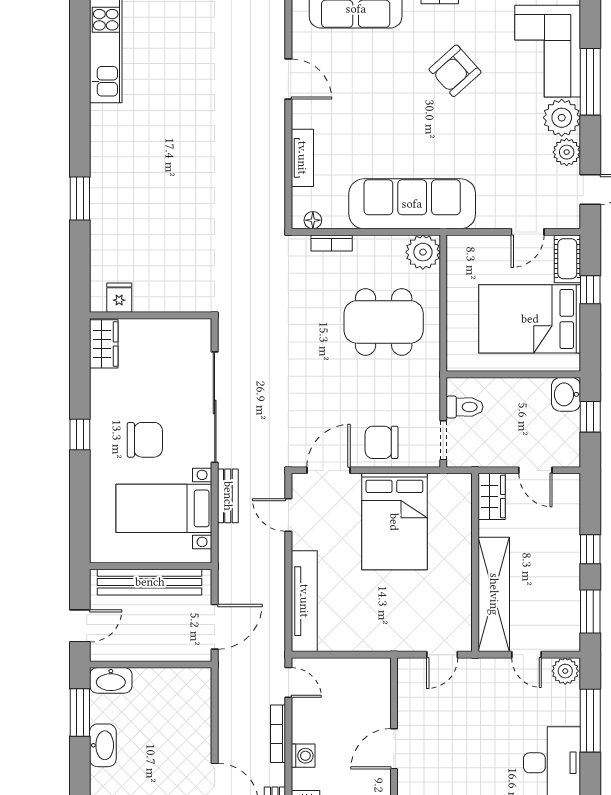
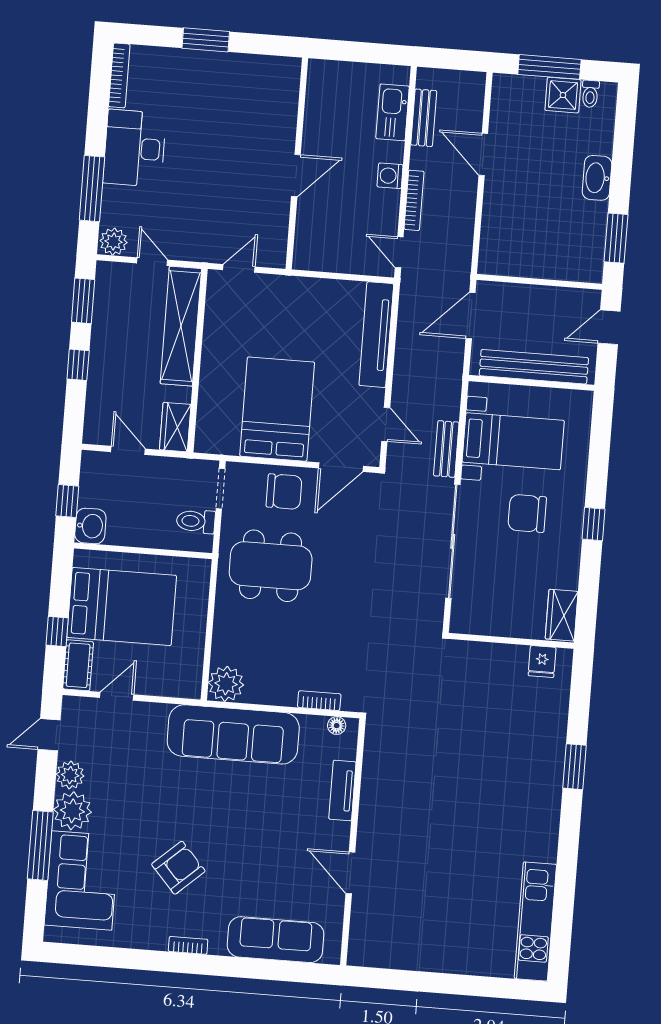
dining table: (384, 322) -> (271, 566), moved
washbasin: (111, 680) -> (582, 269), removed
washbasin: (103, 745) -> (597, 178), moved

